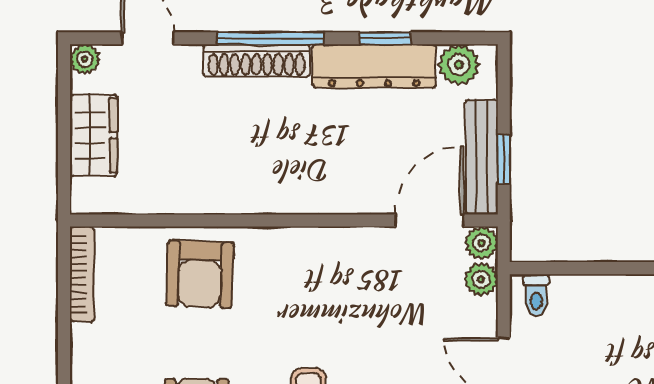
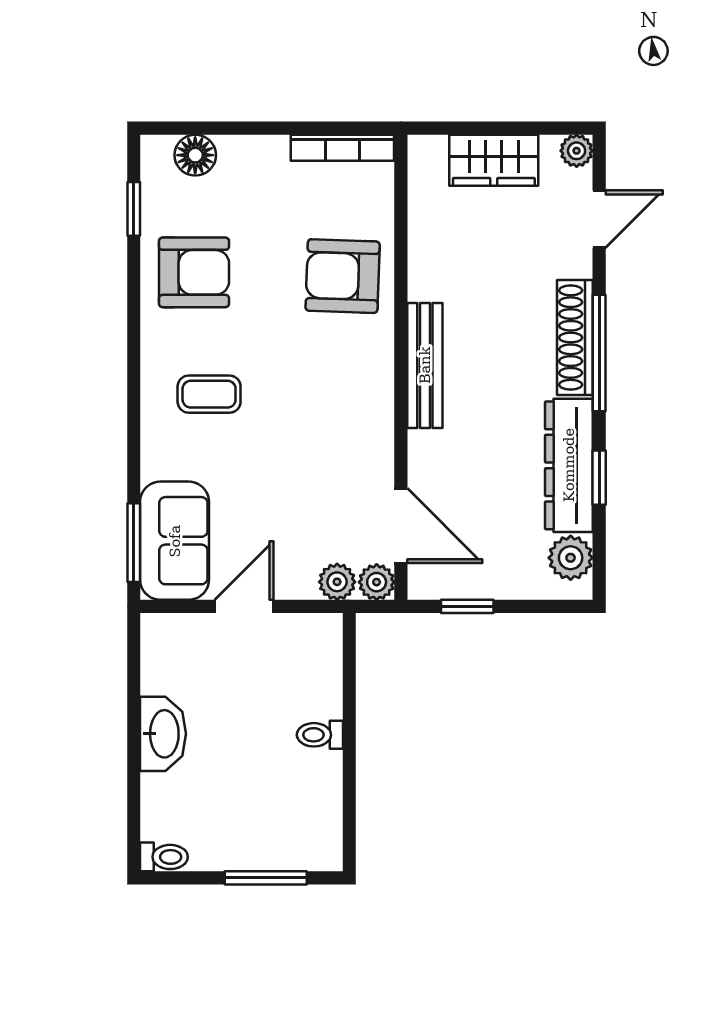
bench: (482, 157) -> (425, 365), moved, turned 90
toilet: (536, 295) -> (320, 735), moved

